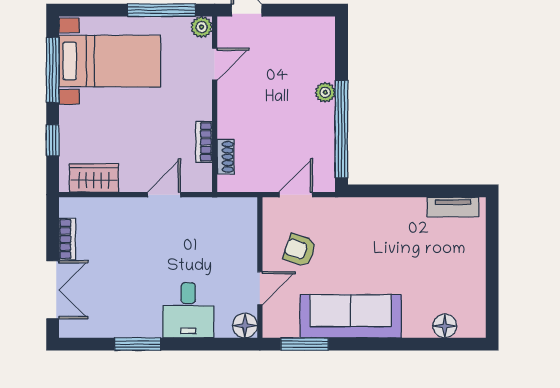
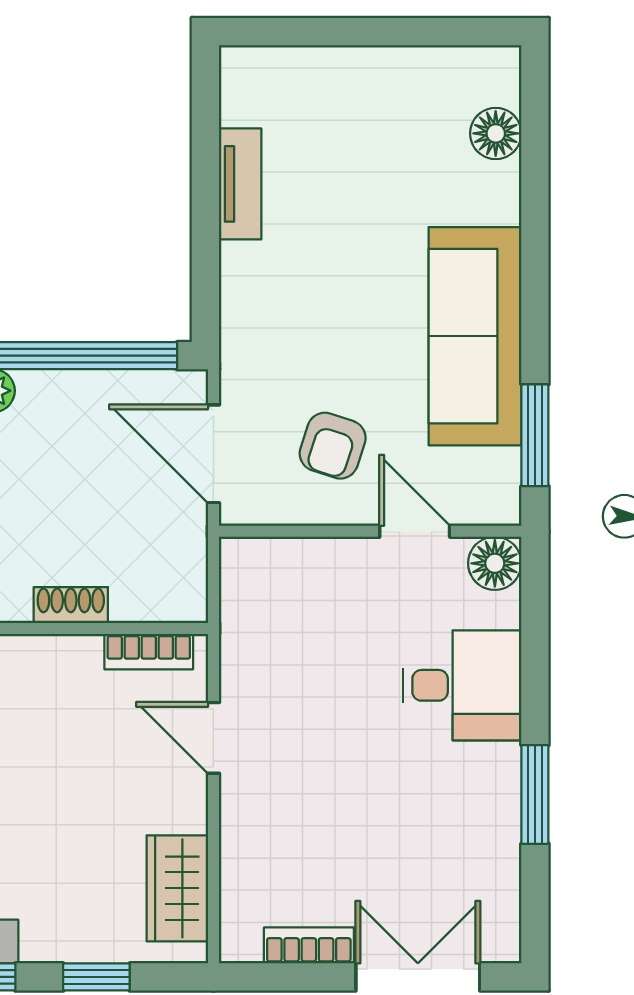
bookcase: (204, 142) -> (149, 652), moved
shoe rack: (226, 157) -> (71, 605), moved
door: (296, 195) -> (213, 454), width x1.38
tv unit: (453, 207) -> (240, 184), moved

